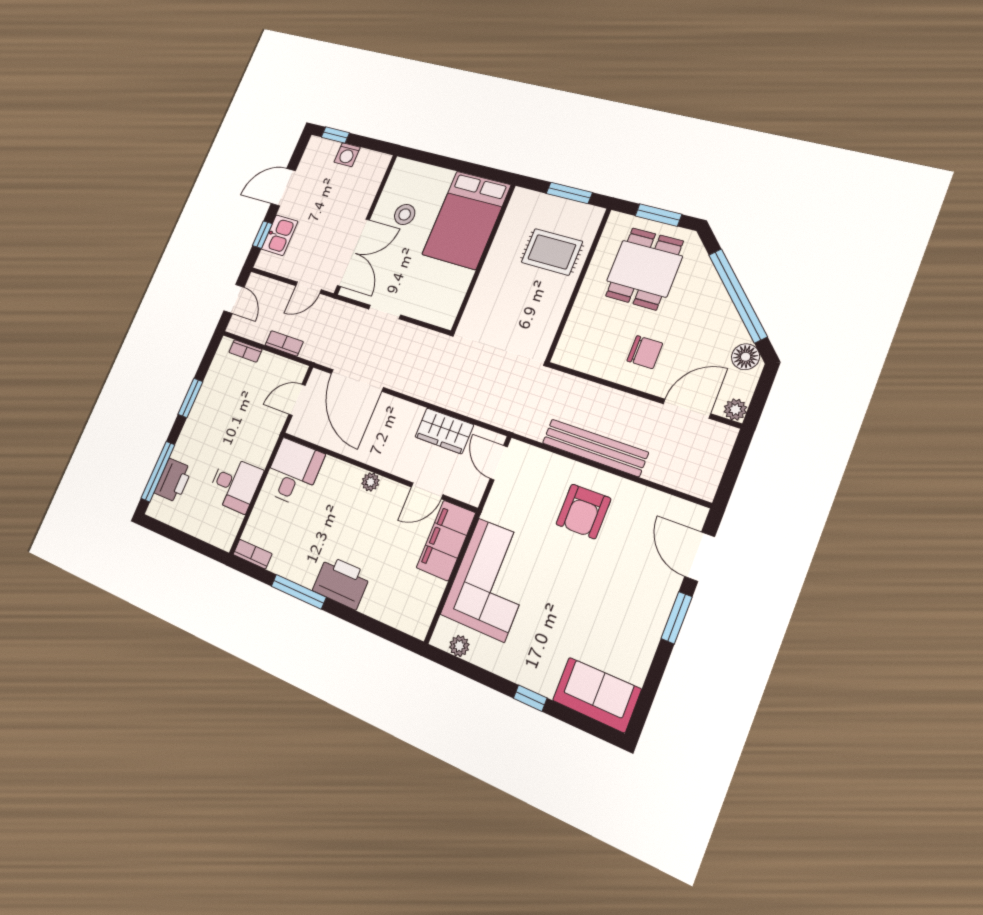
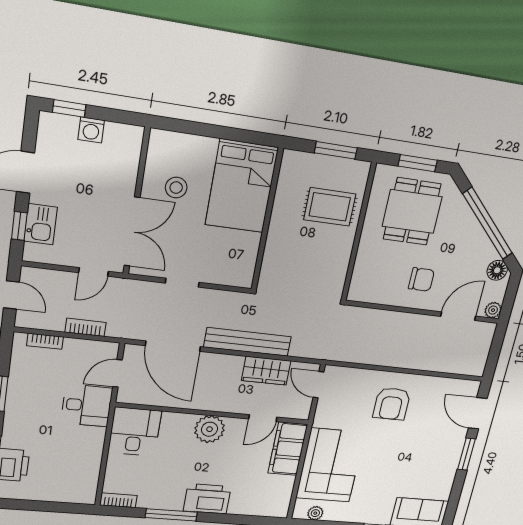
bench: (595, 448) -> (248, 342), moved
plant: (370, 482) -> (210, 429), width x1.88, depth x1.88
desk: (235, 484) -> (87, 406), moved

